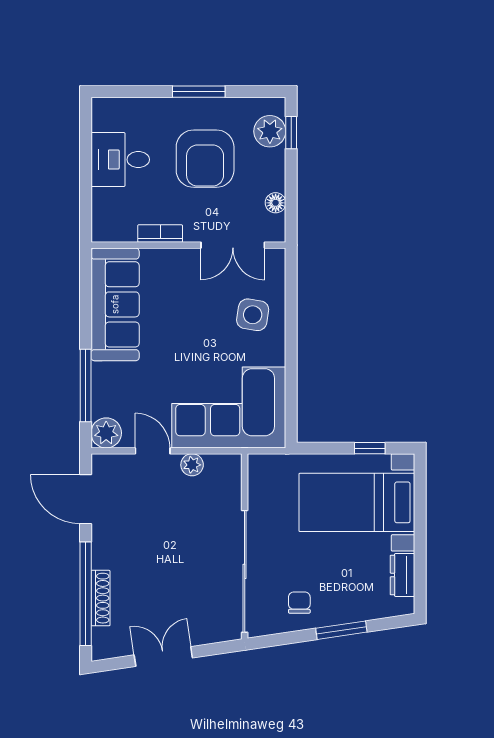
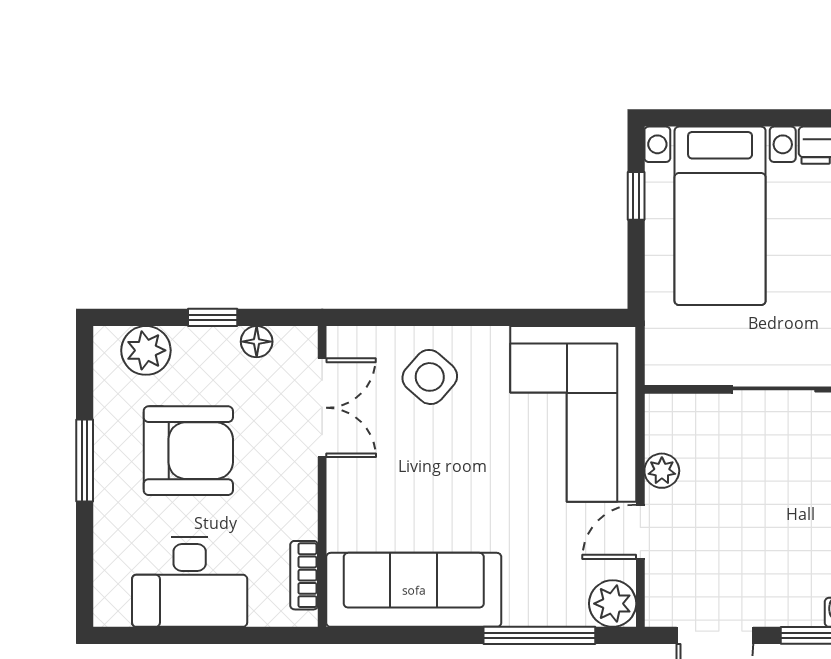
window: (291, 133) -> (213, 317), moved
desk: (120, 160) -> (190, 582), width x1.37
bookcase: (160, 234) -> (304, 575), moved
side table: (253, 315) -> (430, 377), turned 32

